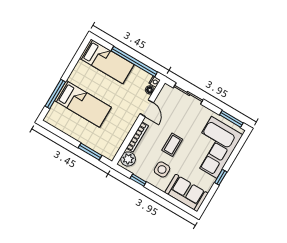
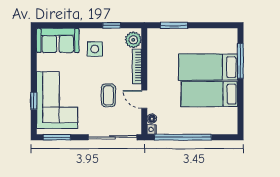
bed: (107, 61) -> (209, 94), moved
sliding door: (188, 93) -> (113, 137), width x1.37
coffee table: (172, 145) -> (108, 95), moved
window: (221, 177) -> (34, 101), moved

